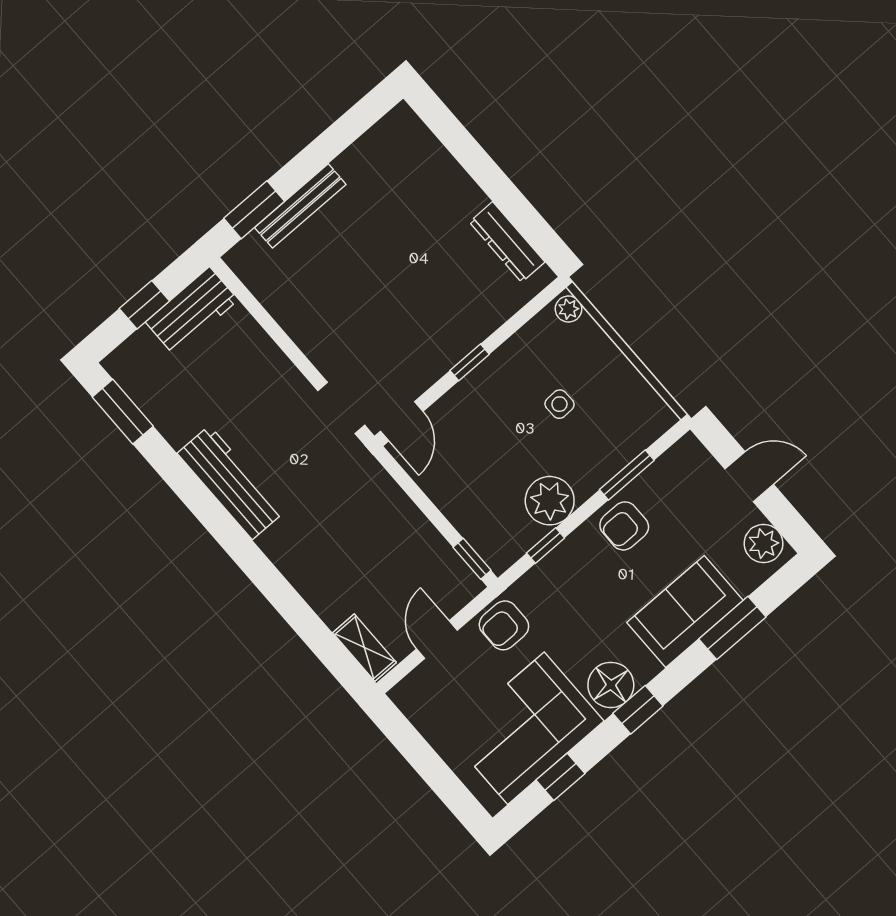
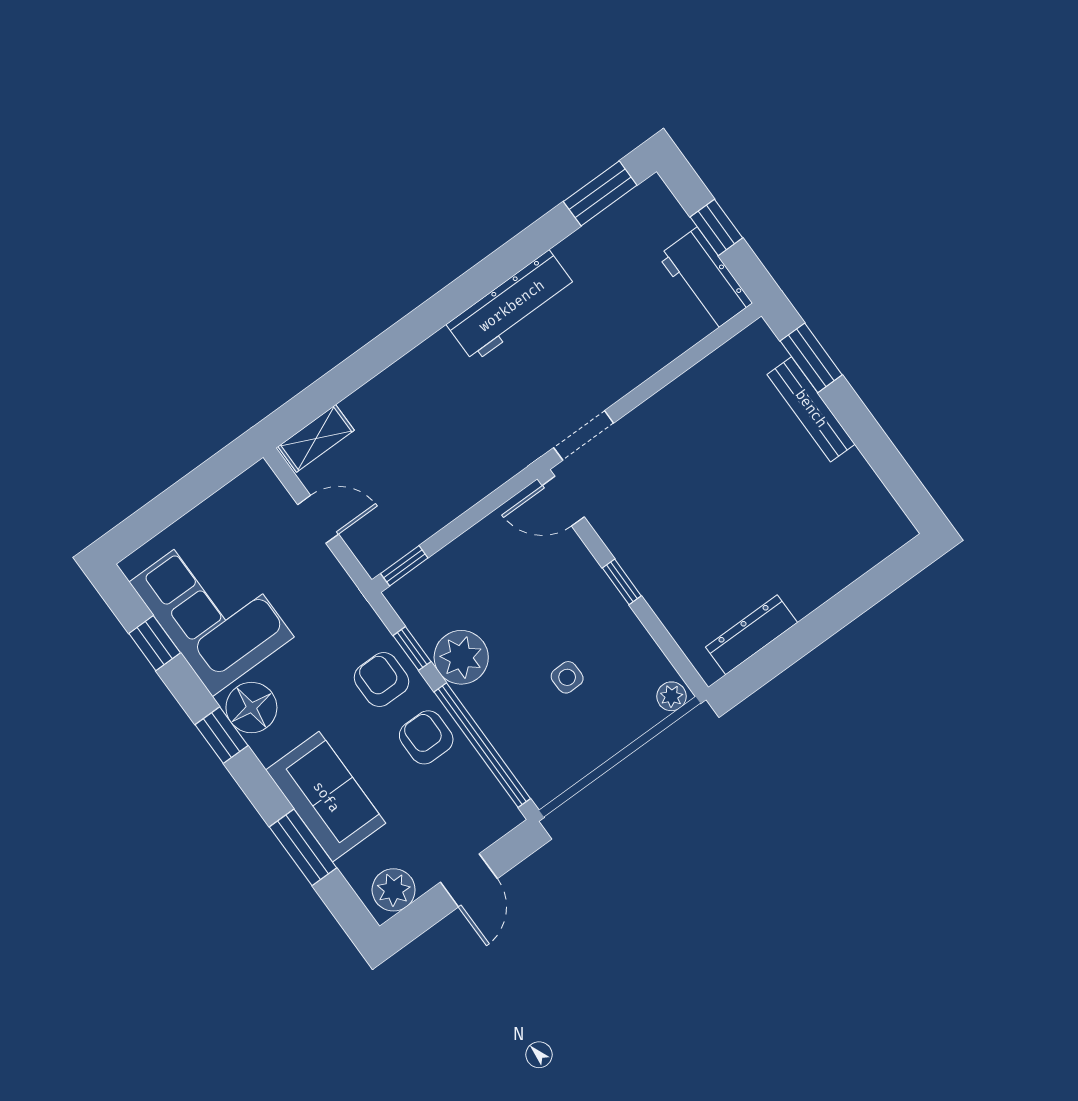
window: (627, 475) -> (482, 745), width x2.11
armchair: (504, 625) -> (382, 680), moved

